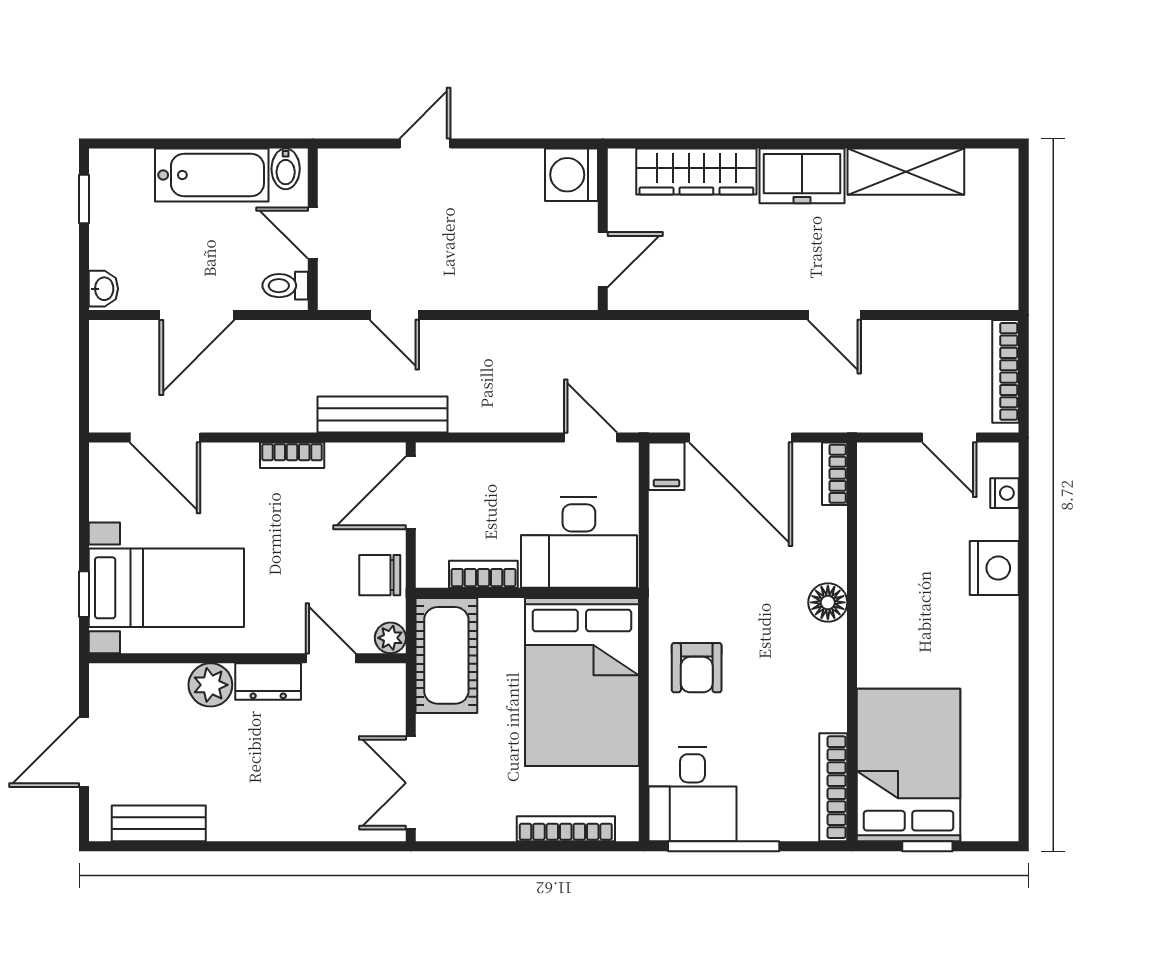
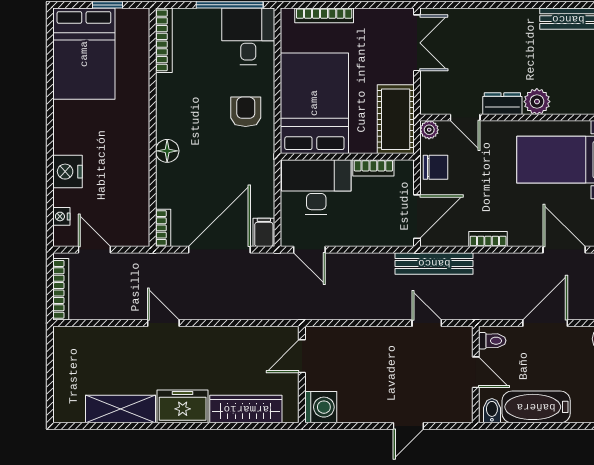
door: (741, 438) -> (219, 250), hinge flipped
bed: (908, 765) -> (84, 54), moved

